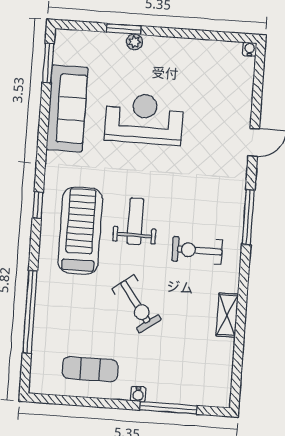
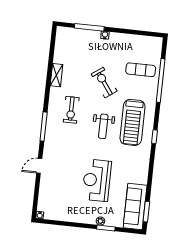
sofa: (67, 108) -> (135, 206), moved
reception desk: (144, 119) -> (97, 180), turned 90
exercise bike: (197, 250) -> (71, 110), turned 90
exercise mat: (90, 369) -> (141, 70), moved

